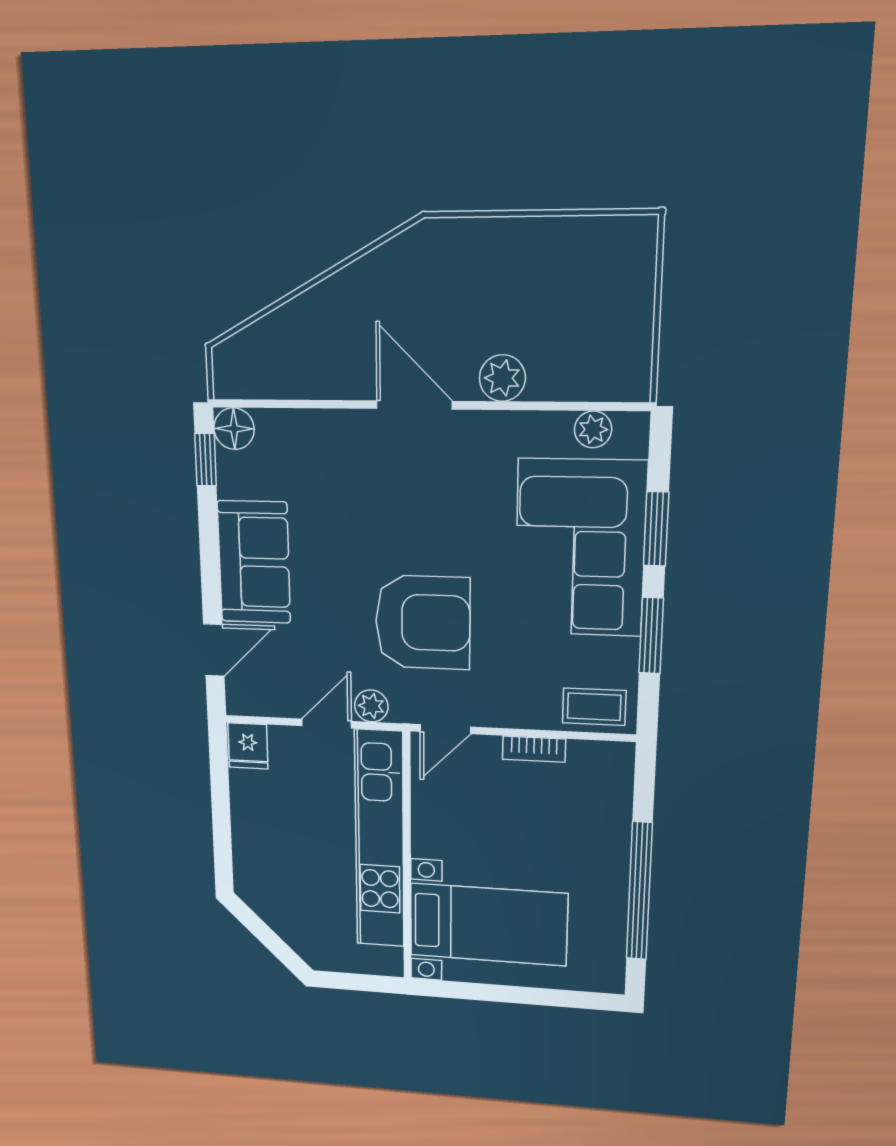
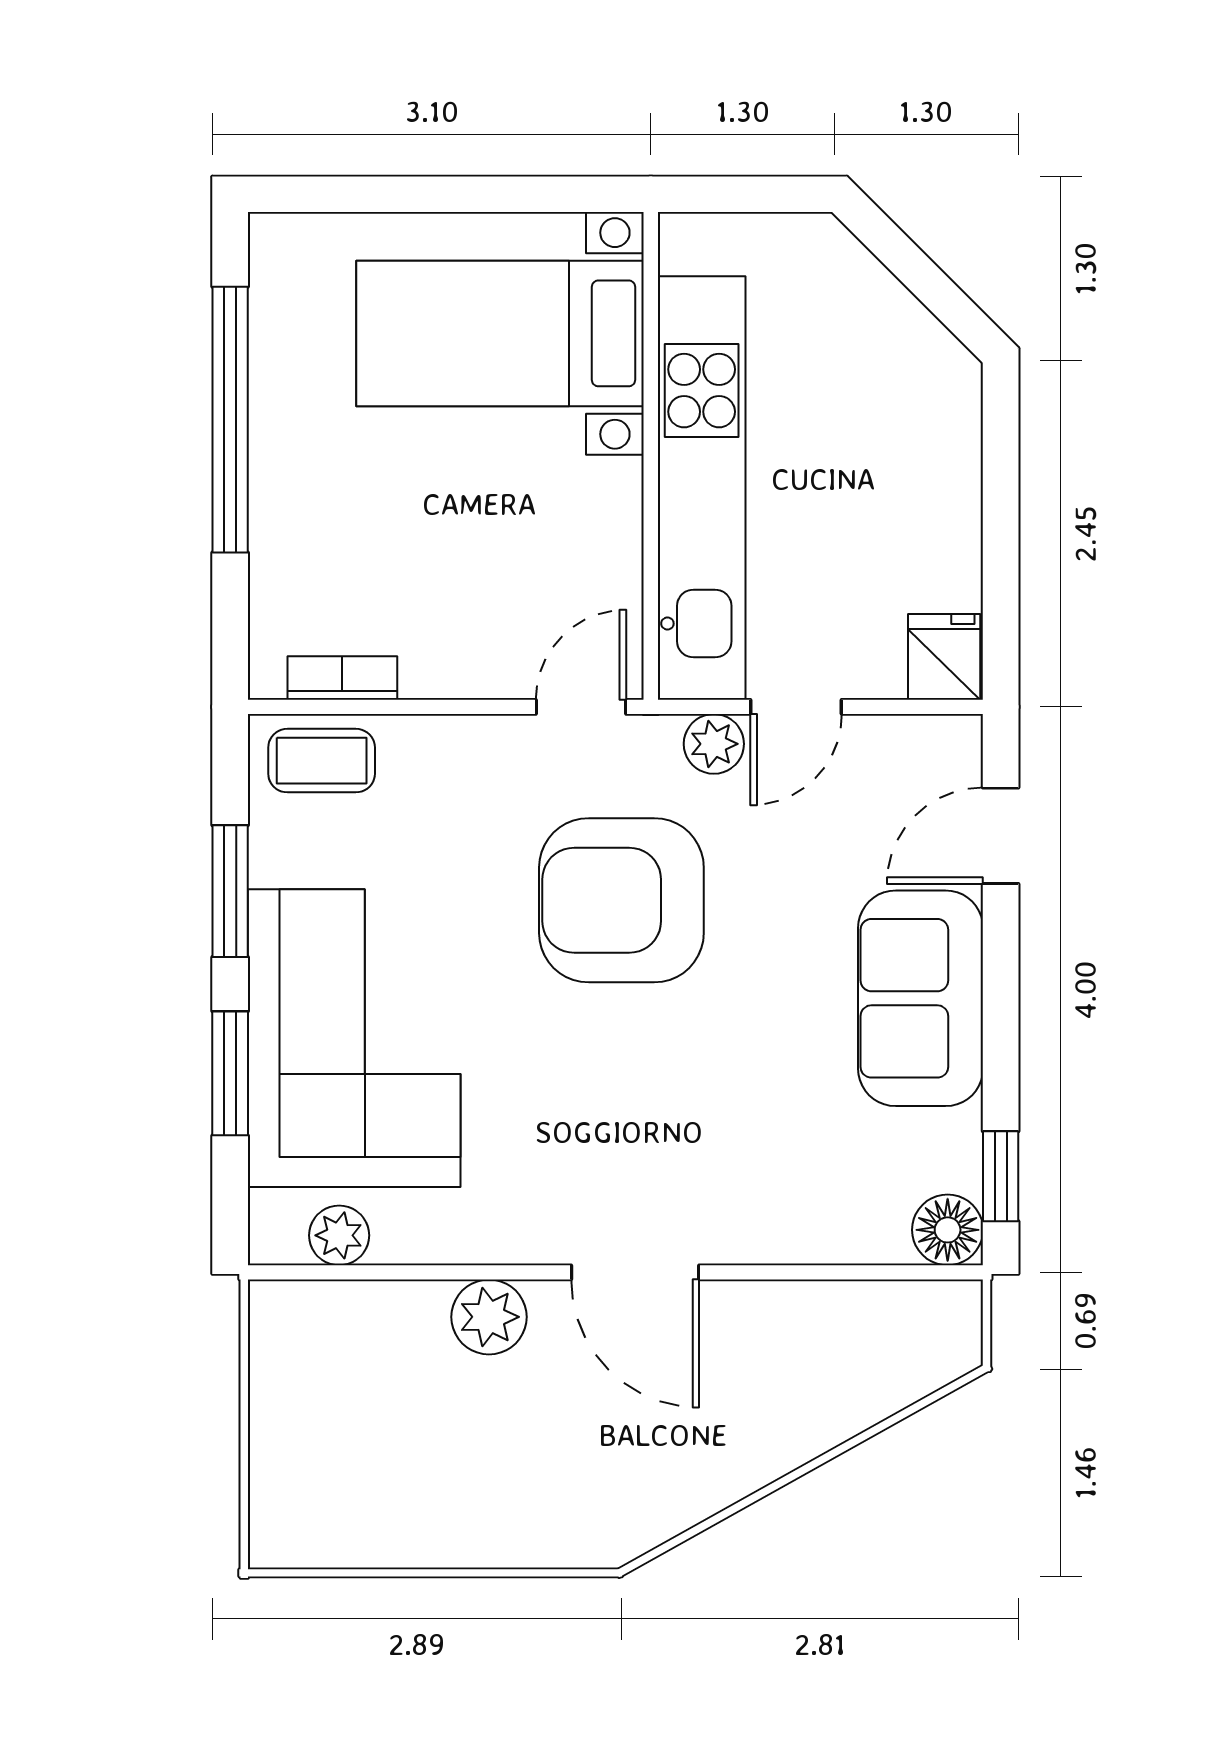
bookcase: (534, 749) -> (342, 678), moved

